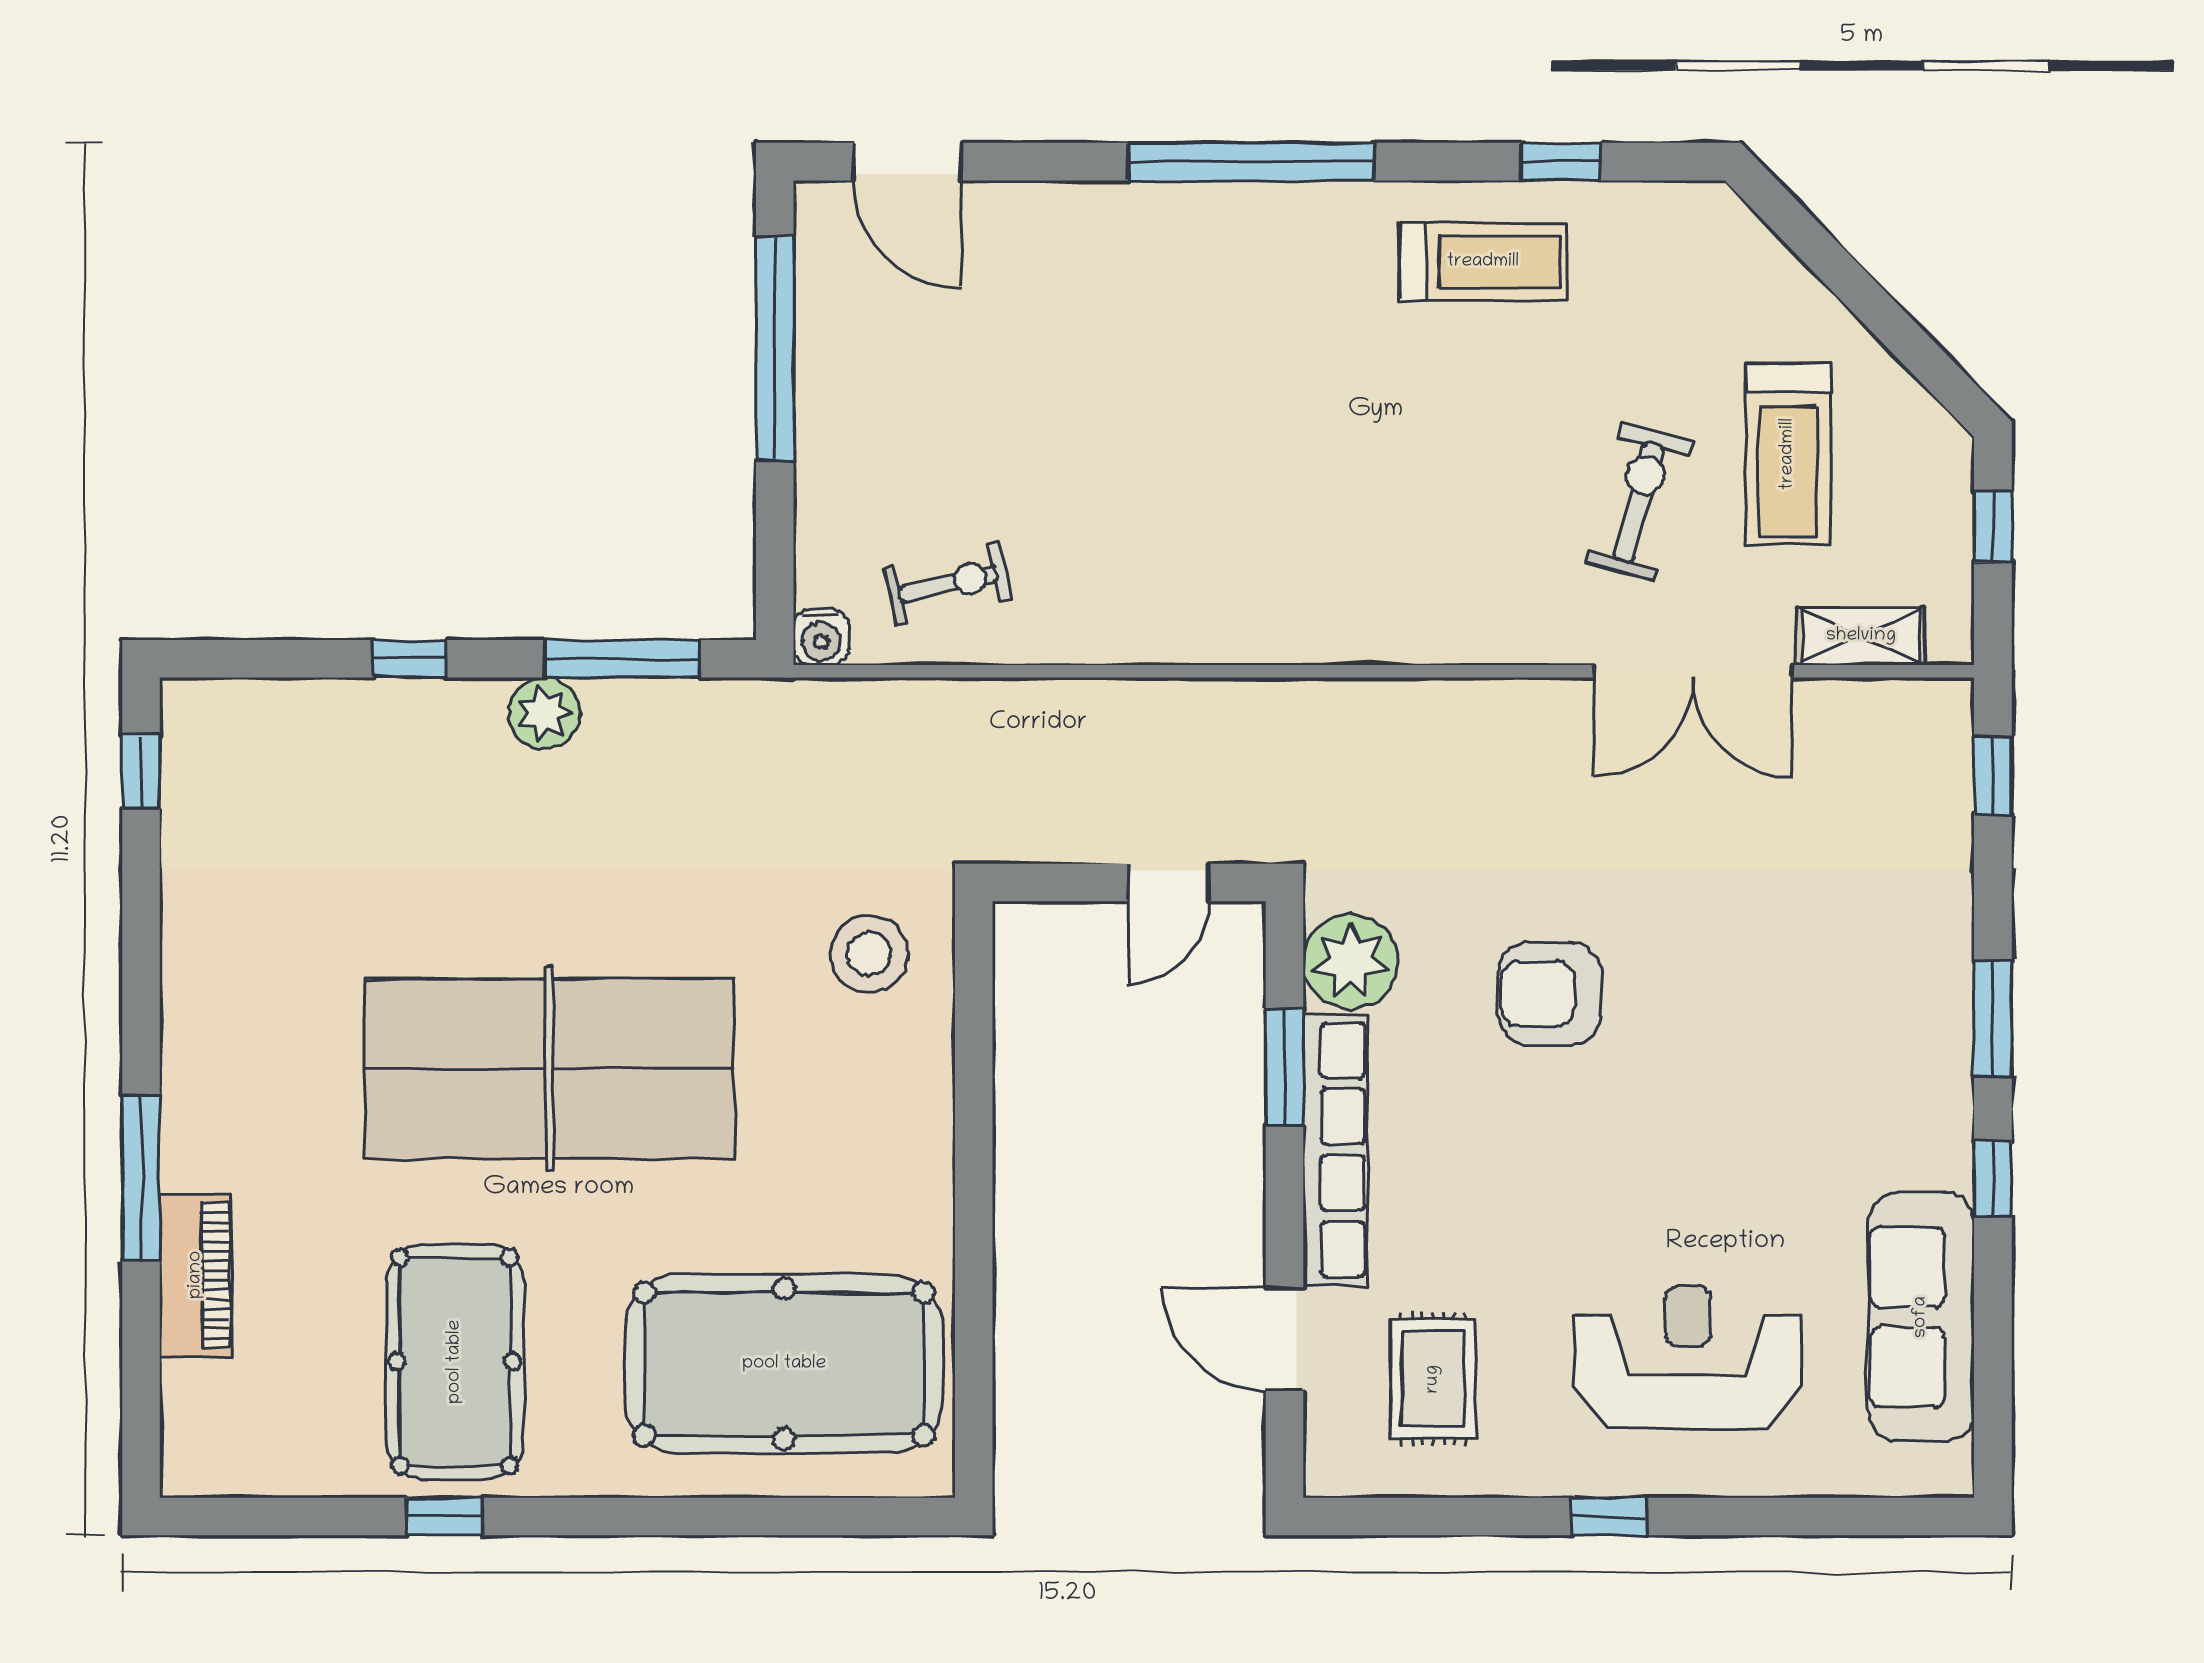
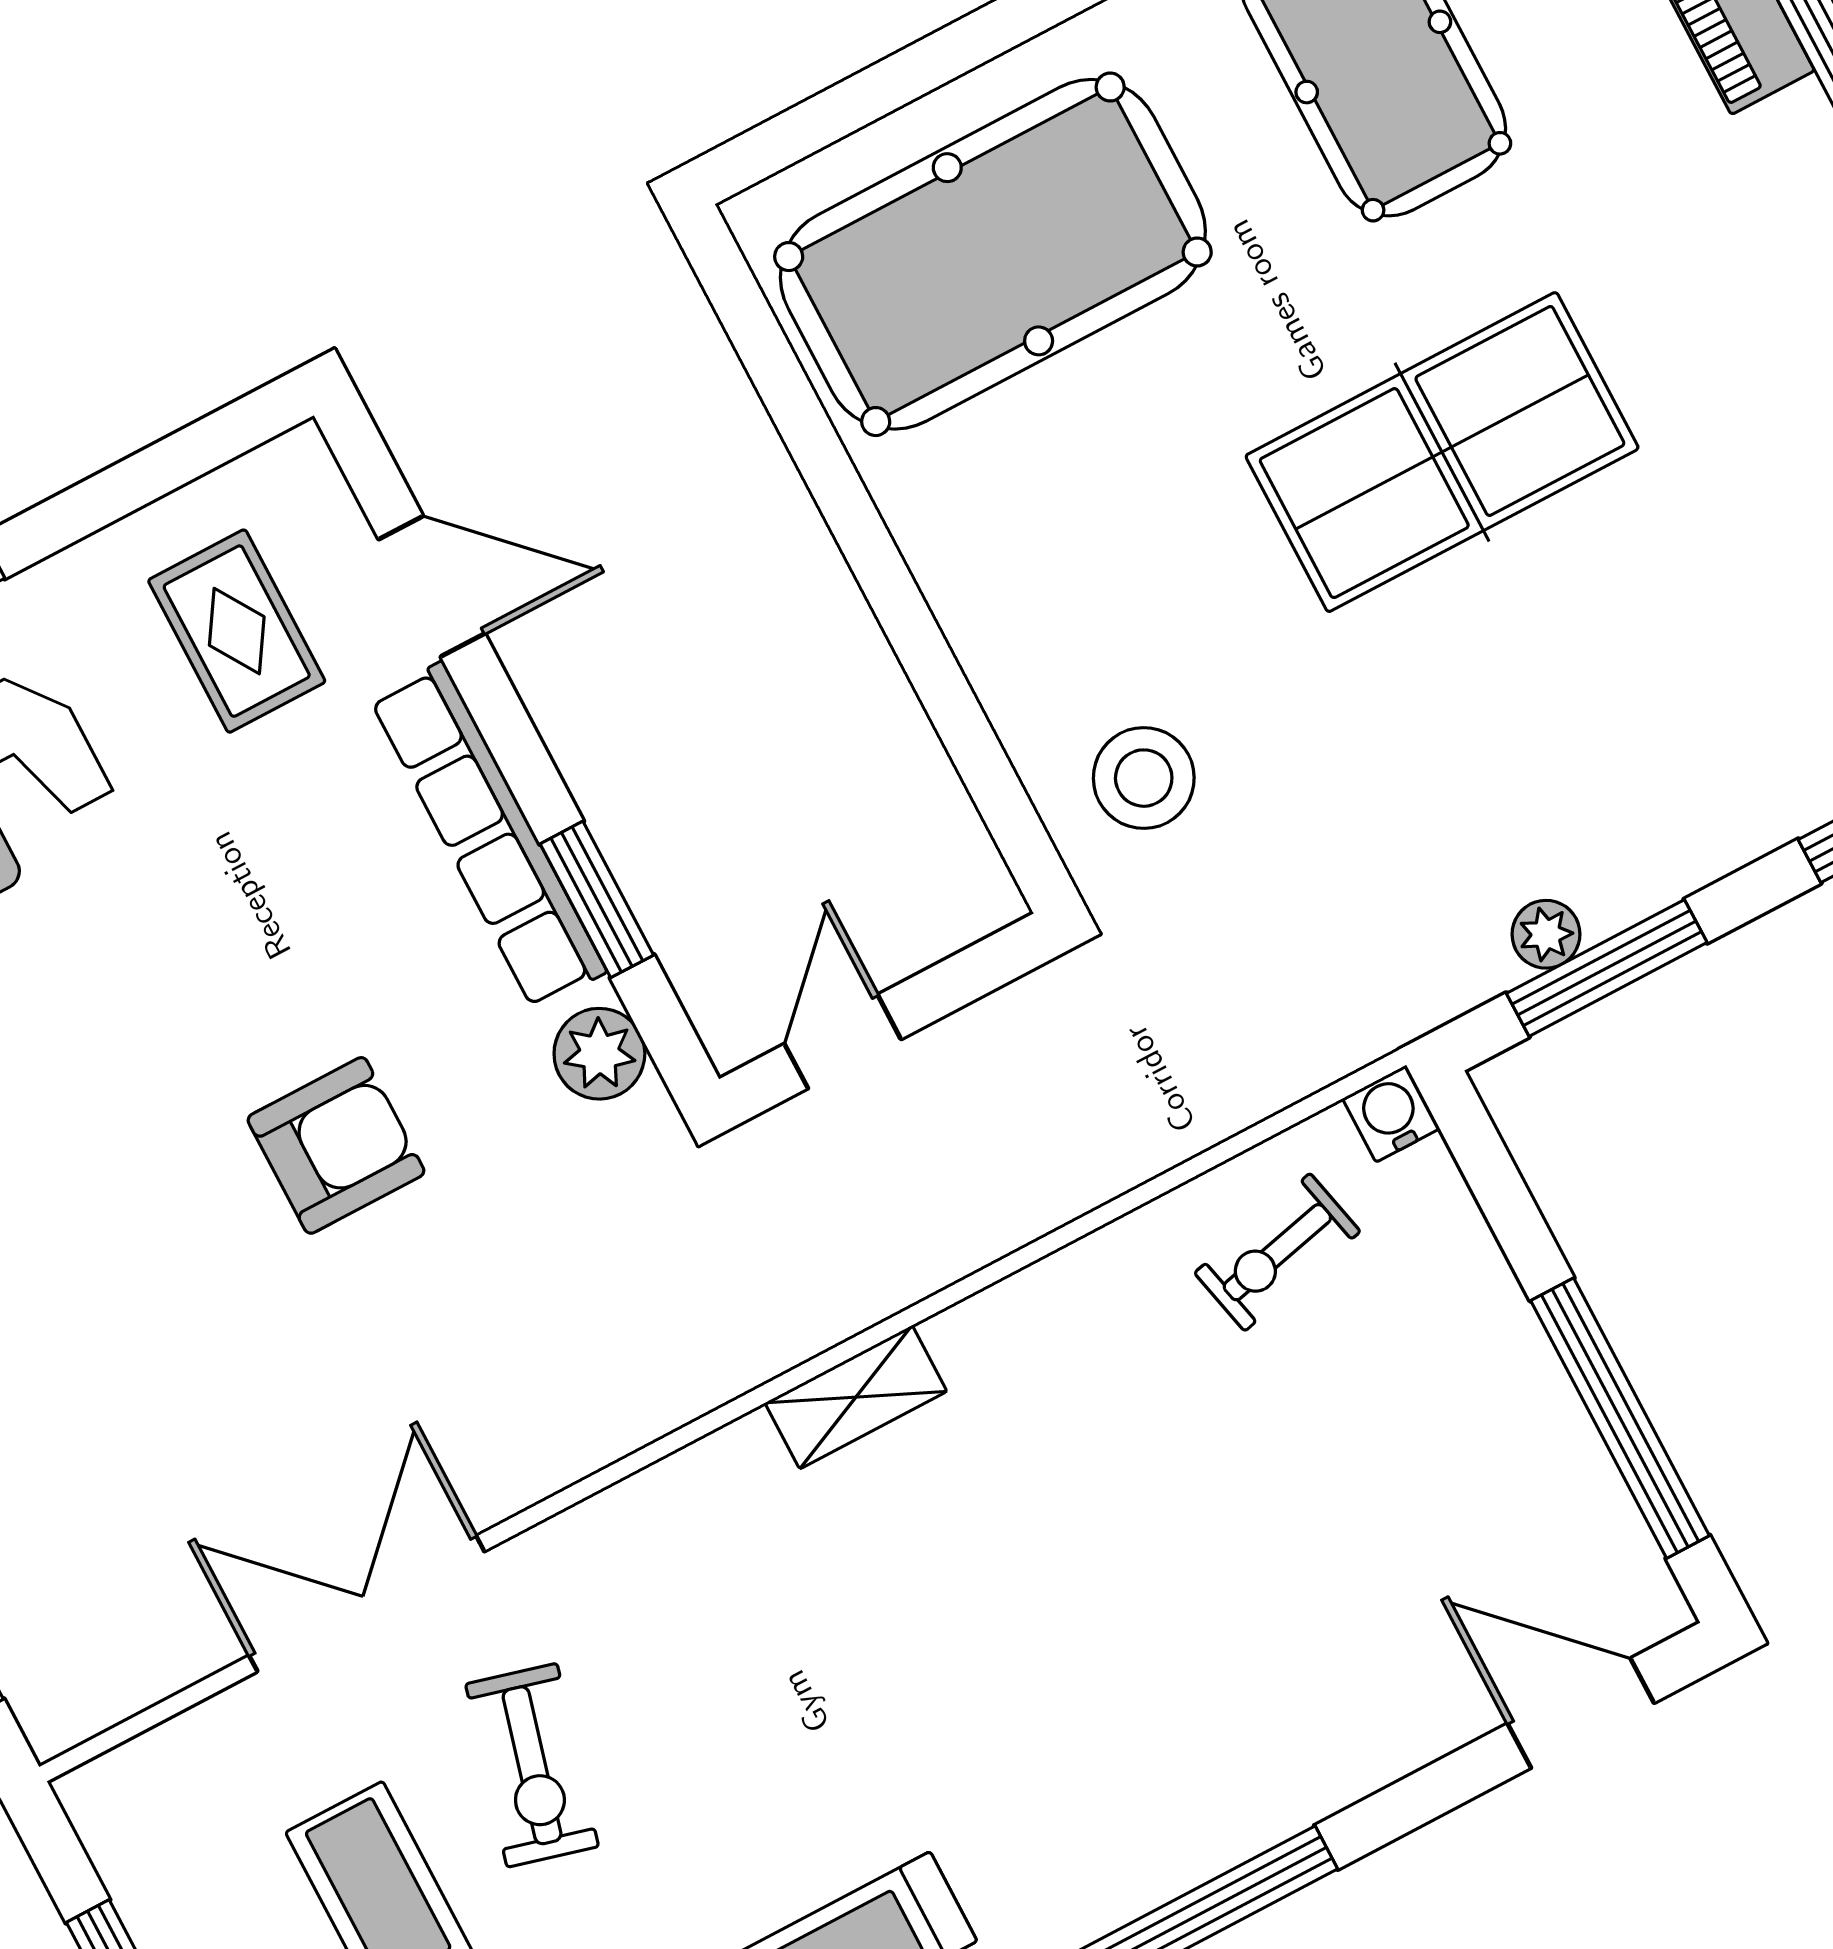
shelving: (1861, 636) -> (856, 1397), moved
plant: (544, 713) -> (1546, 934), moved, width x0.73, depth x0.73
plant: (1351, 962) -> (599, 1054), width x0.73, depth x0.73
table tennis table: (550, 1068) -> (1442, 452), width x0.73, depth x0.76

